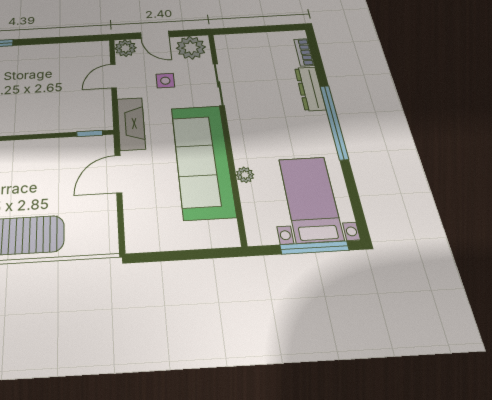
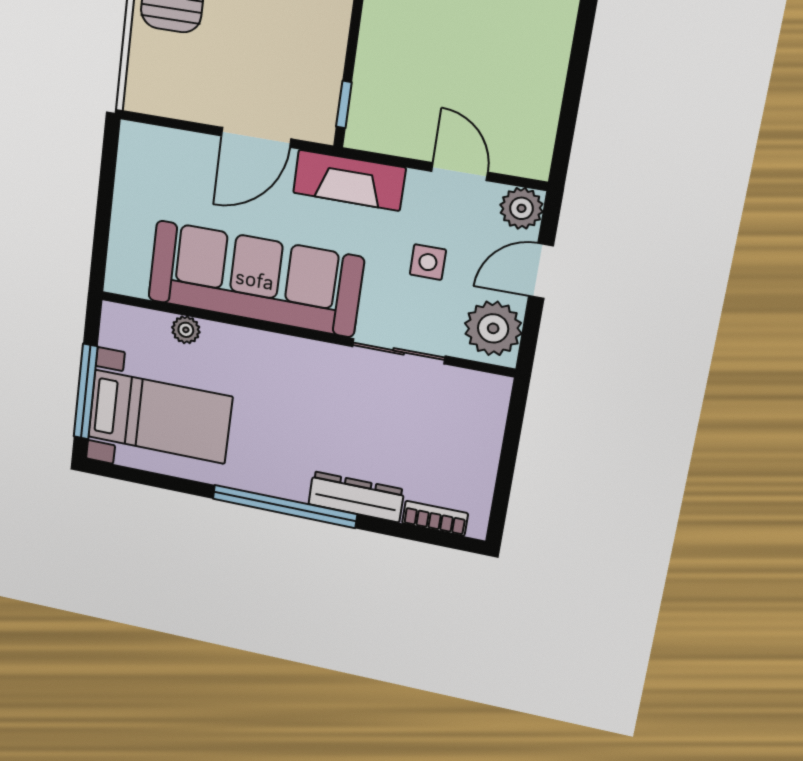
door: (118, 174) -> (256, 137), swing flipped
plant: (245, 175) -> (186, 330), moved

